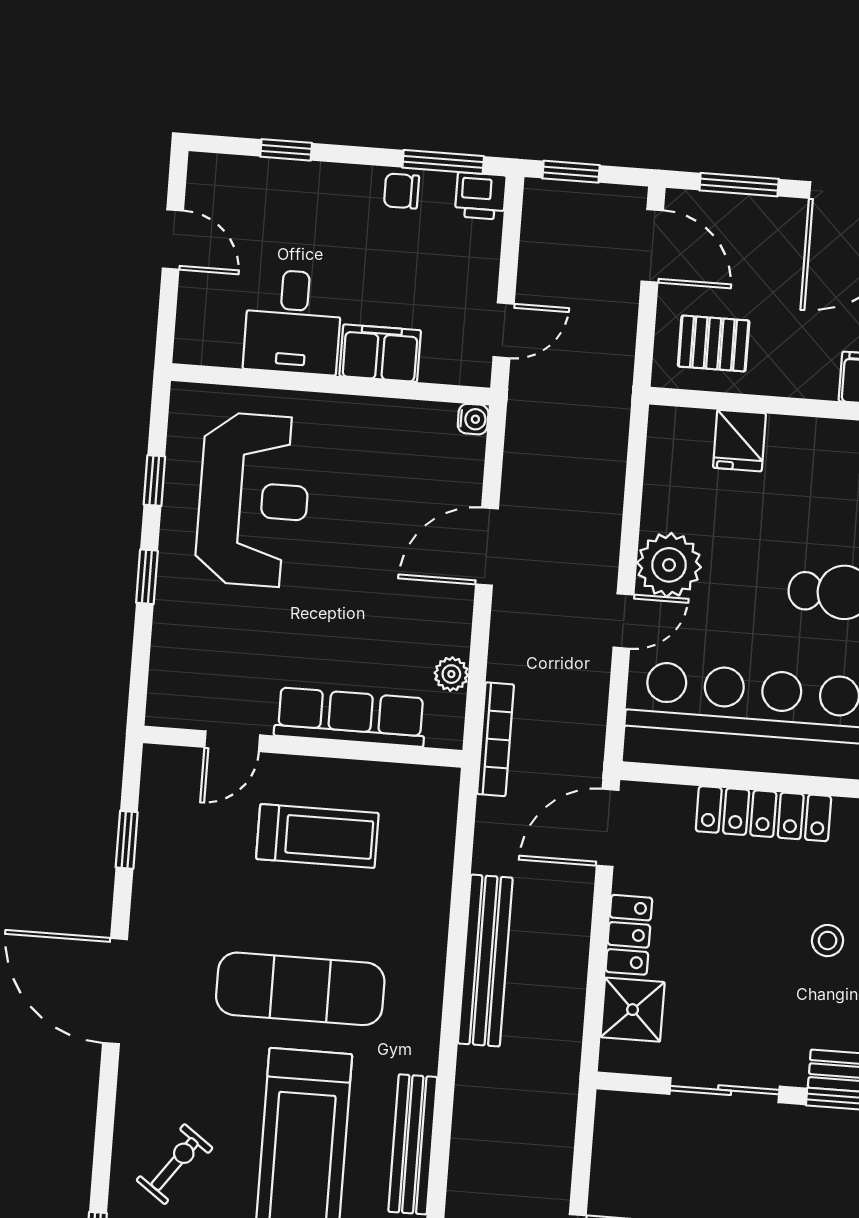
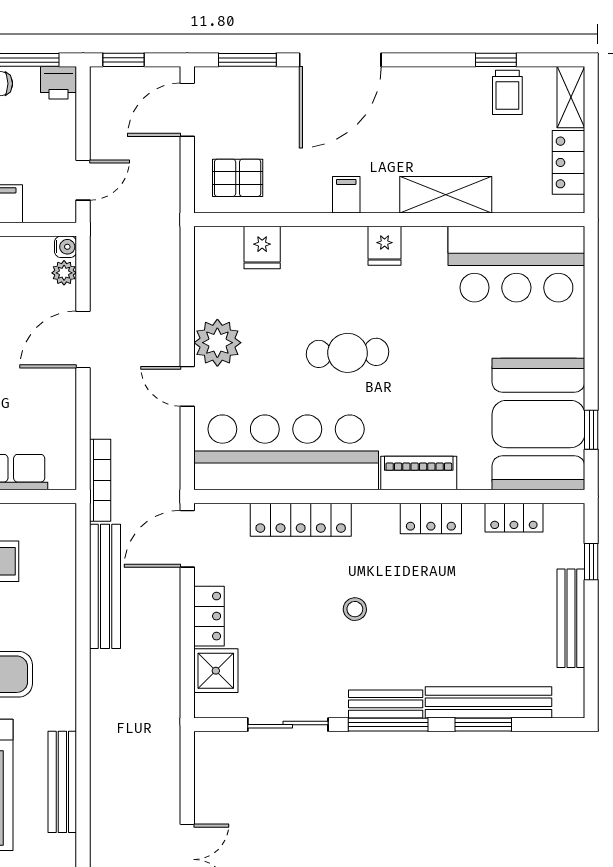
door: (652, 246) -> (187, 110), swing flipped
door: (623, 621) -> (187, 386), swing flipped
plant: (451, 674) -> (64, 273), moved
bench: (485, 961) -> (105, 586), moved

